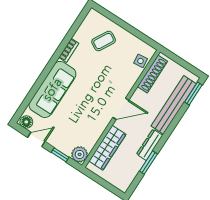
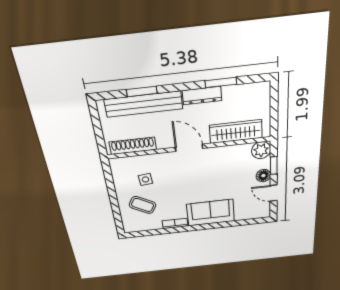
side table: (141, 61) -> (145, 179), moved
sofa: (52, 89) -> (211, 213), width x0.73
window: (193, 93) -> (142, 91), moved
floor lamp: (26, 122) -> (263, 176), moved

